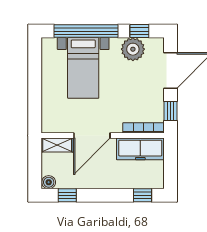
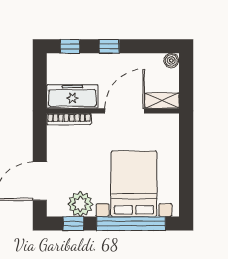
bed with nightstands: (83, 68) -> (134, 184), width x1.36
window: (170, 111) -> (40, 137), removed
window: (67, 195) -> (109, 46), moved

